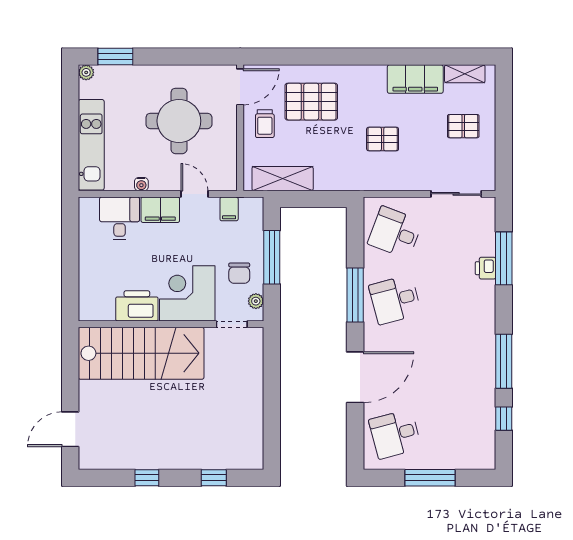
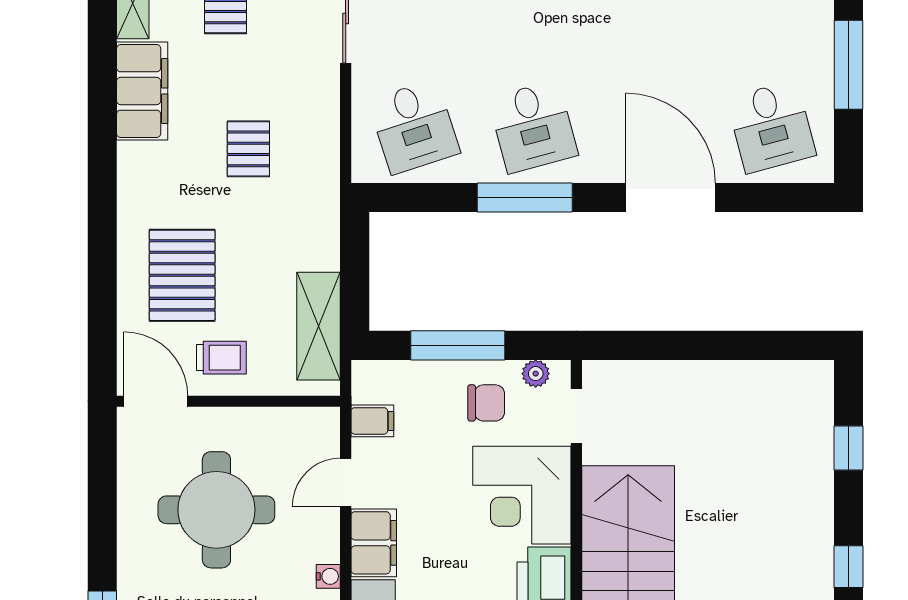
desk: (395, 232) -> (414, 127), turned -39

